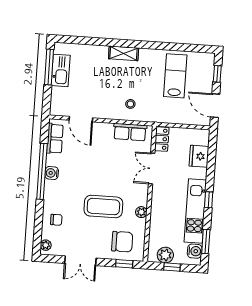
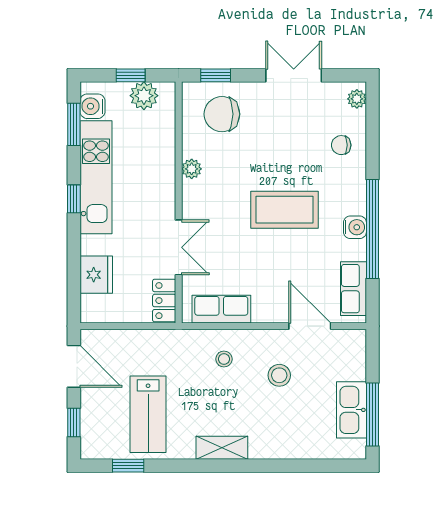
window: (188, 48) -> (128, 466), added
shelving: (124, 53) -> (222, 448), moved
stool: (100, 93) -> (279, 375), added
coffee table: (103, 207) -> (285, 210), moved

